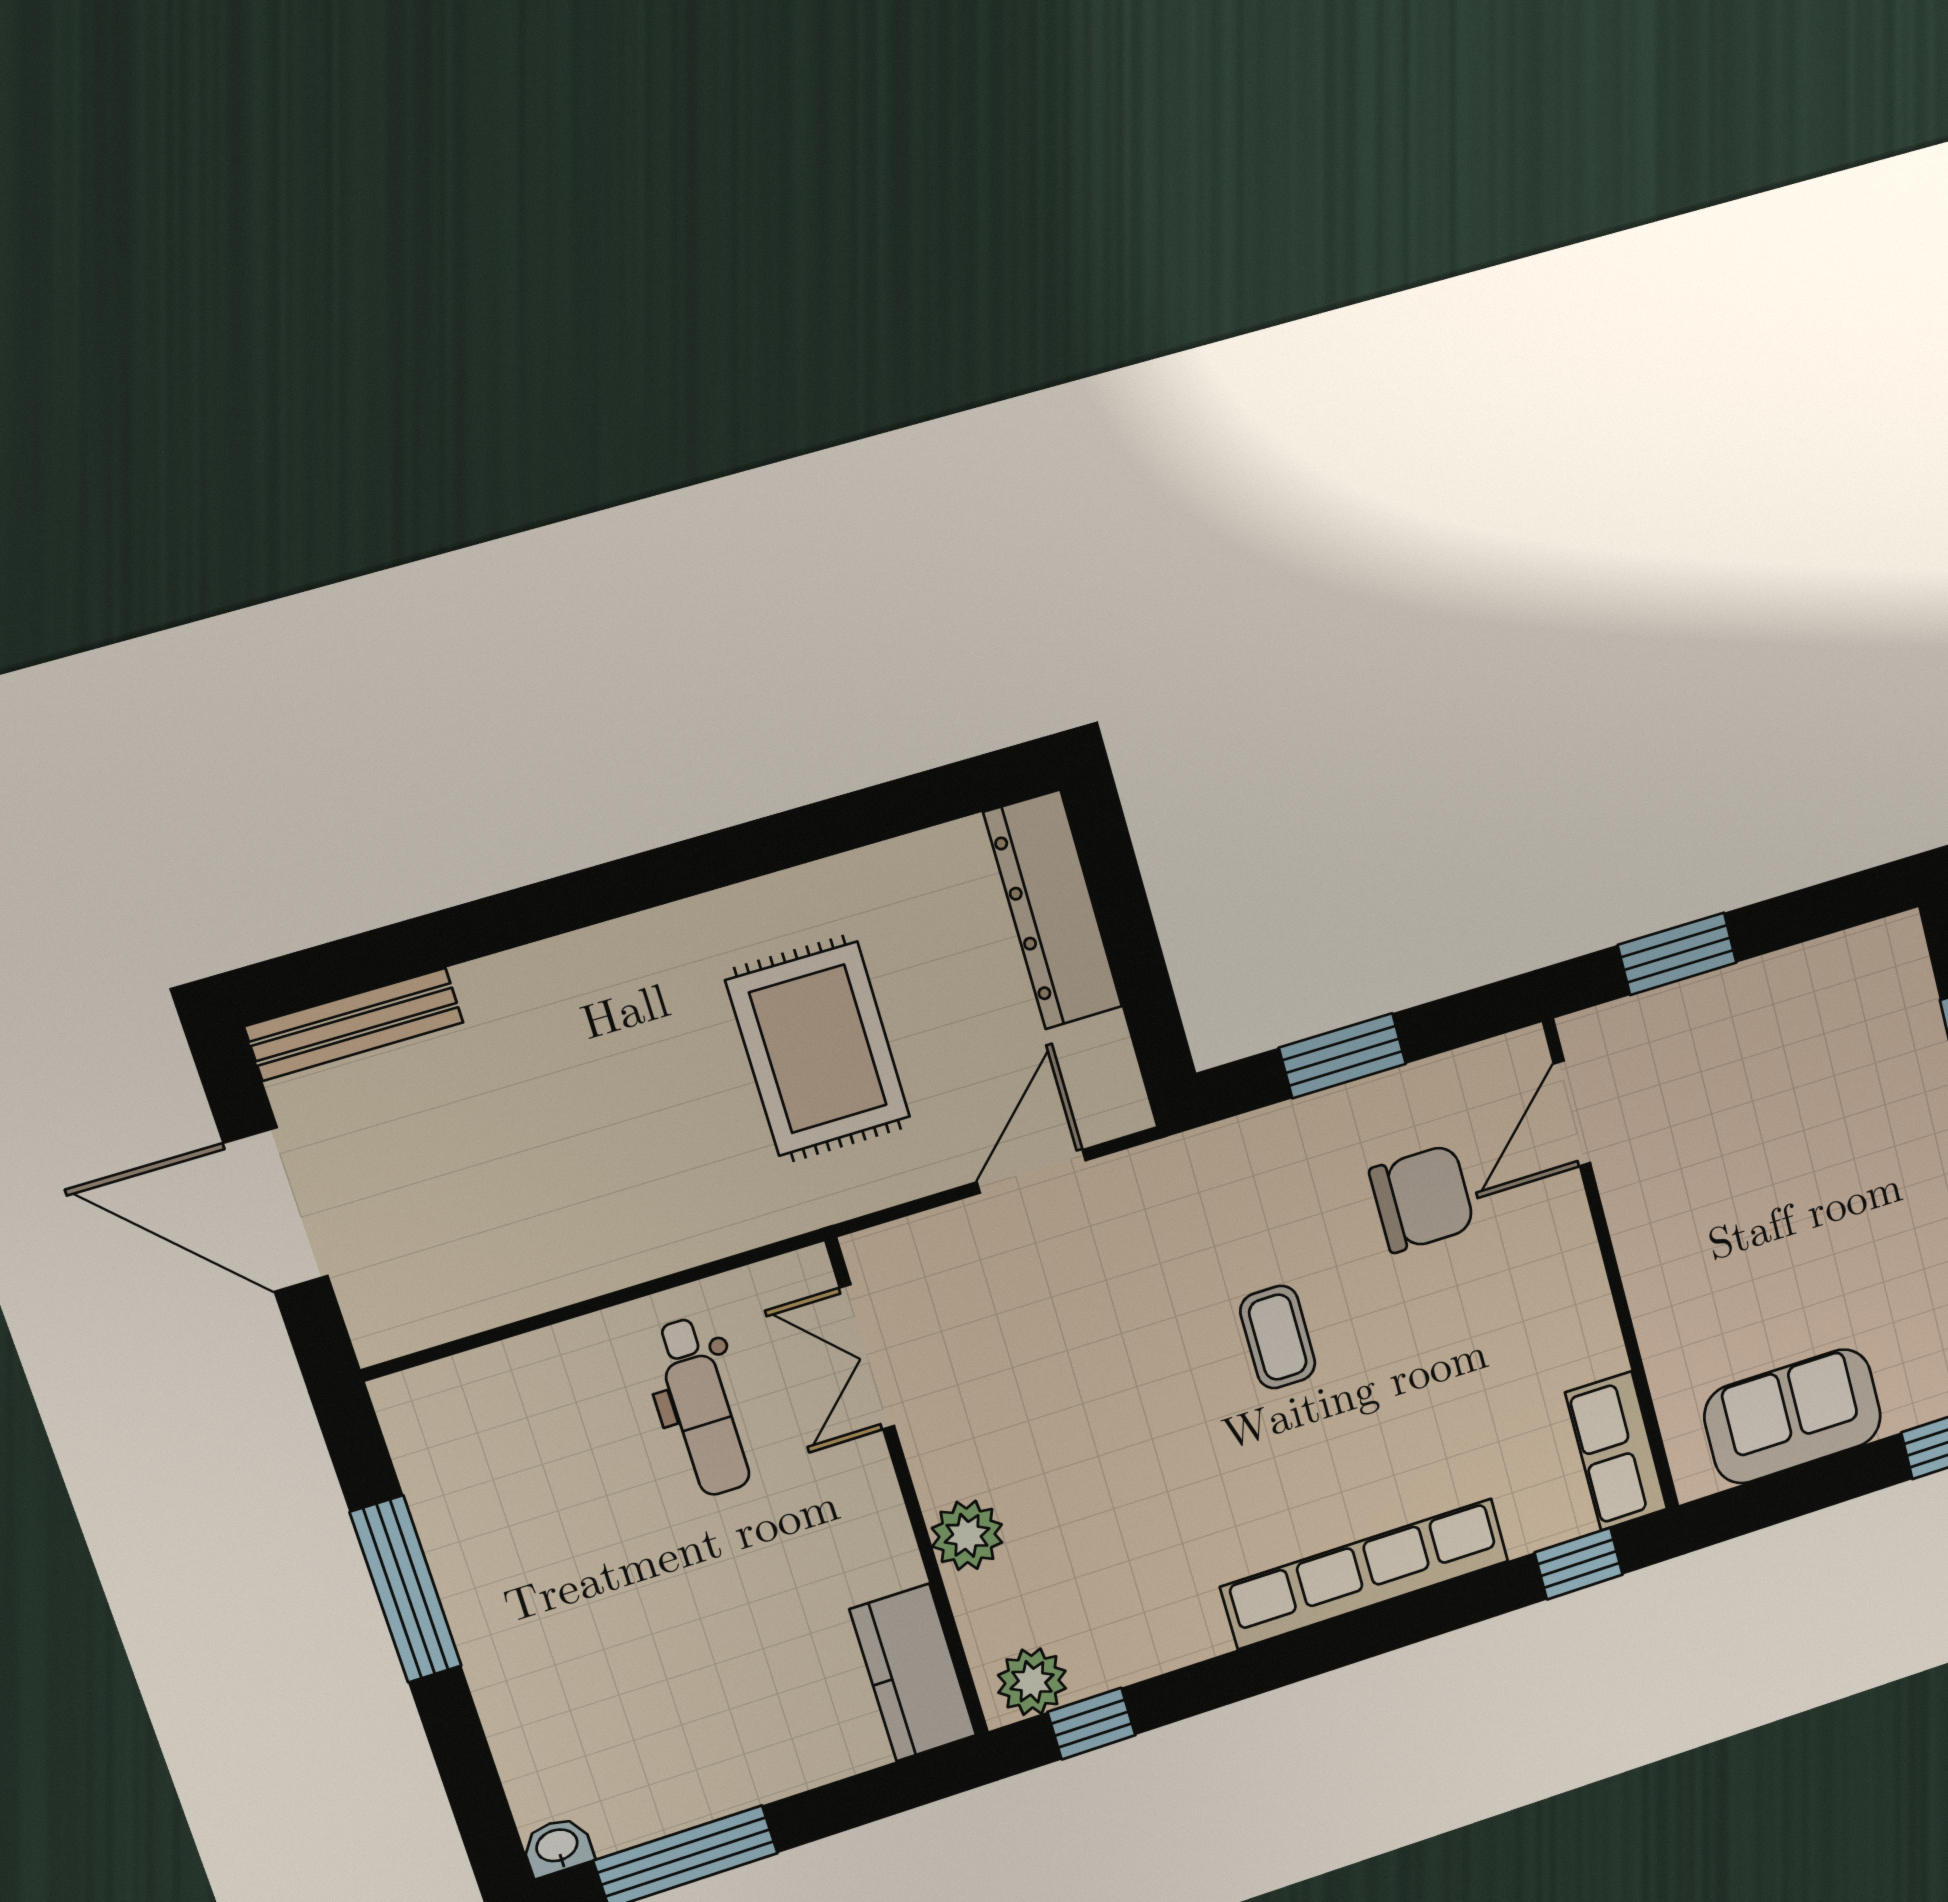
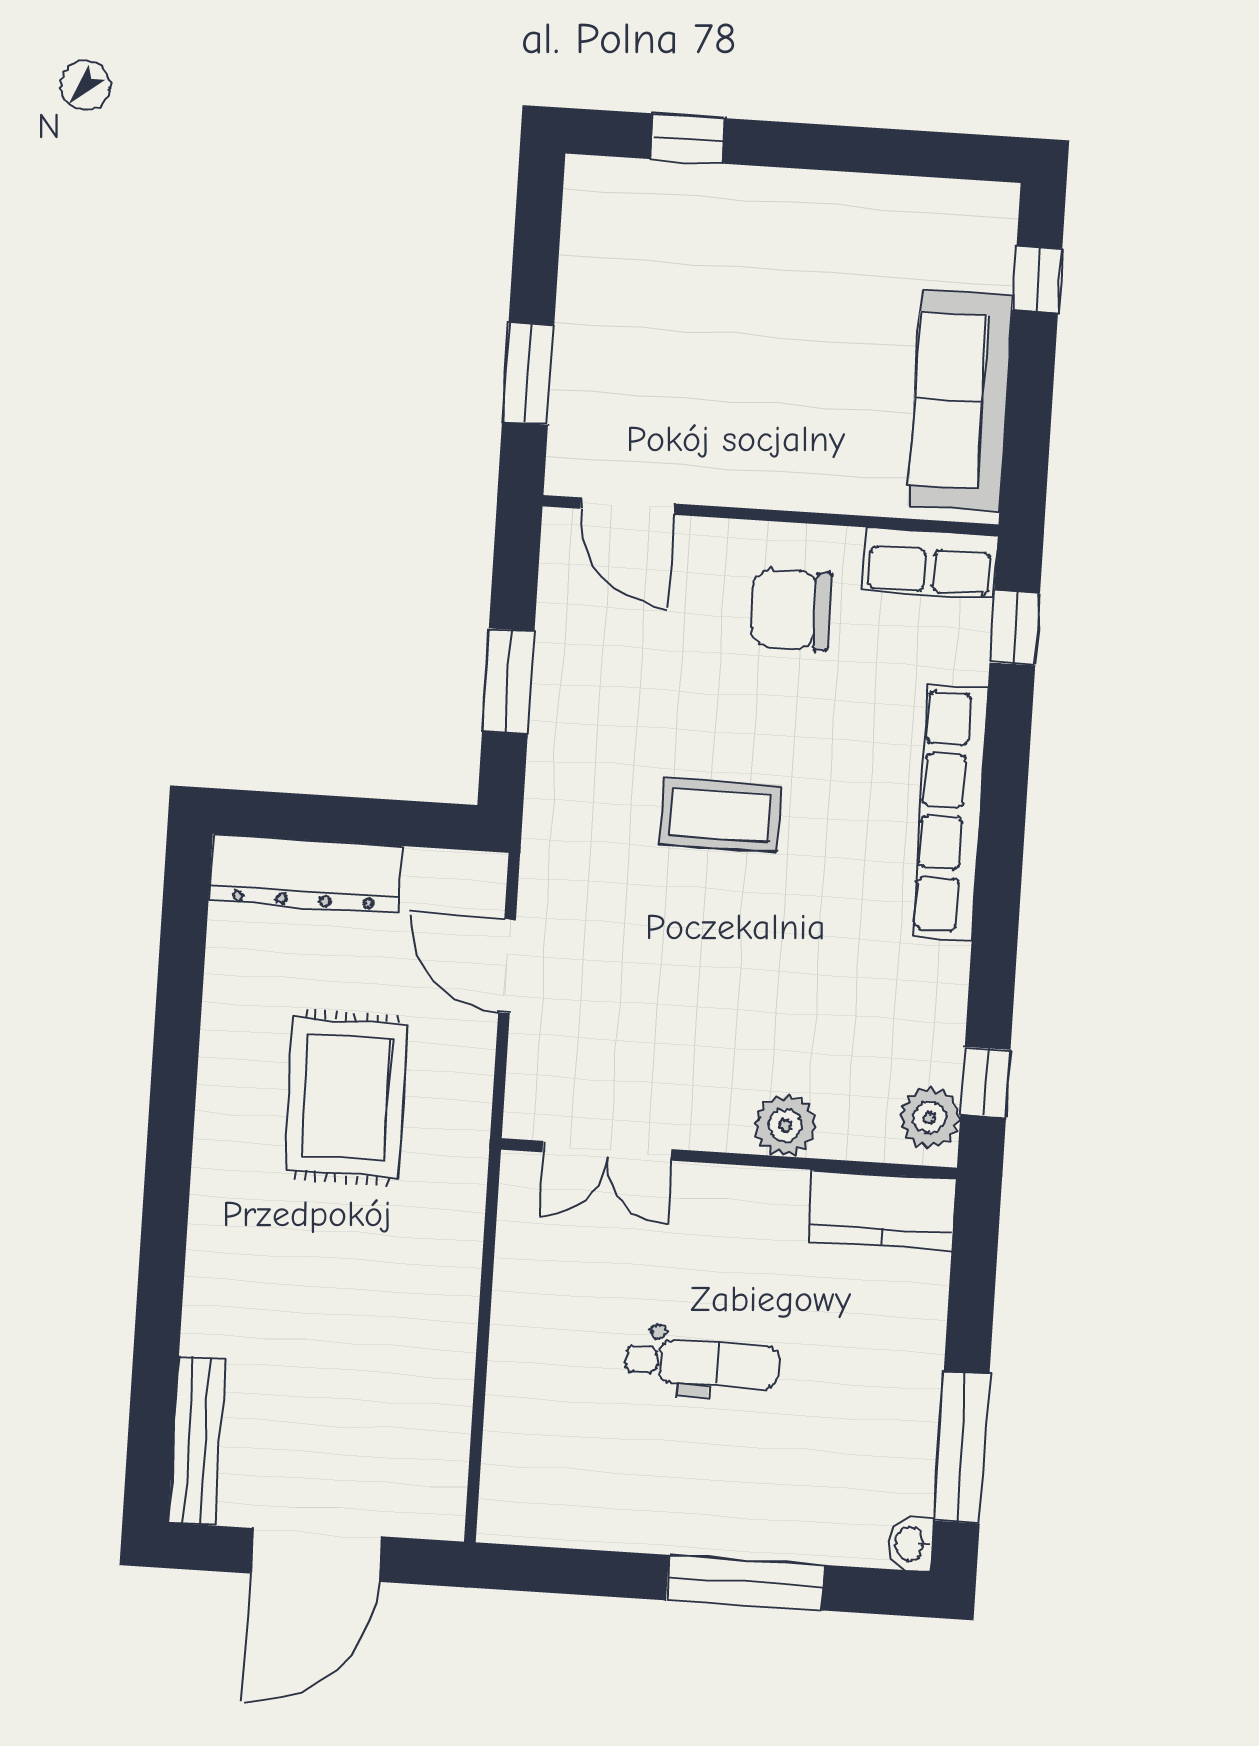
rug: (818, 1049) -> (346, 1098), turned 90
chair: (1422, 1199) -> (791, 610), moved, turned -90
coffee table: (1278, 1337) -> (720, 815), width x1.36, depth x1.30
dental chair: (702, 1407) -> (702, 1363), moved
sofa: (1793, 1416) -> (960, 401), width x1.36
window: (406, 1589) -> (745, 1583), moved

